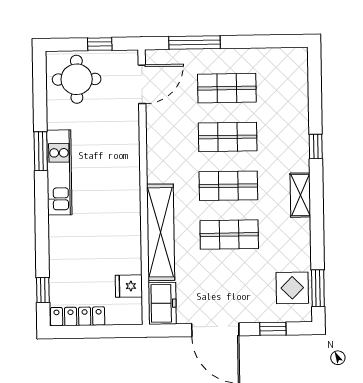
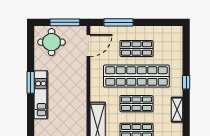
window: (100, 44) -> (65, 22), width x2.17
shop shelf: (228, 137) -> (136, 76), width x2.00, depth x1.36

